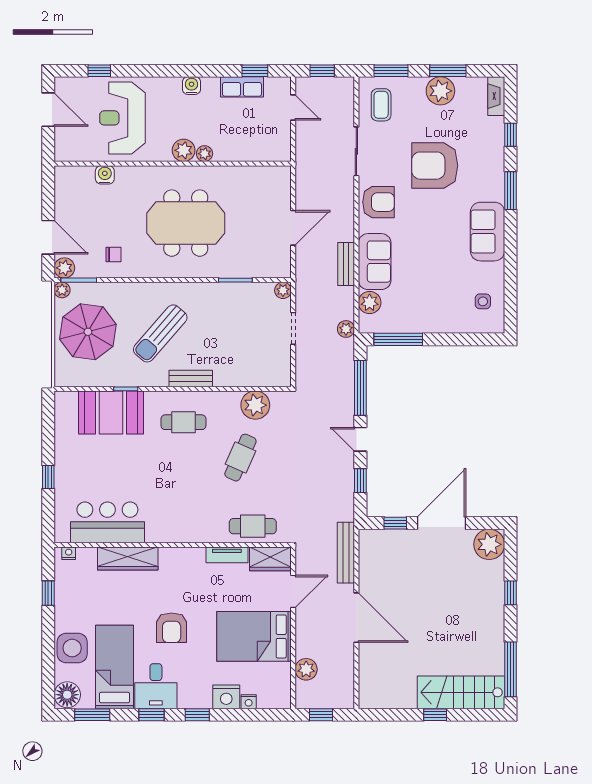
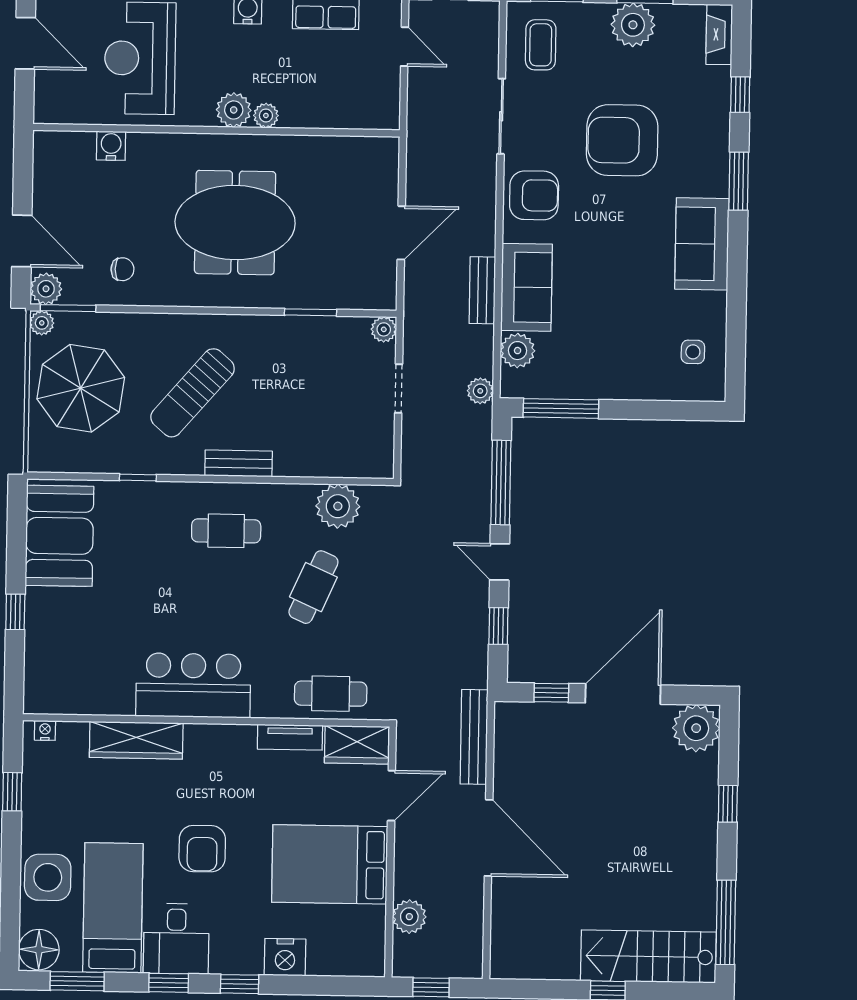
booth: (111, 412) -> (59, 536), moved, turned 90
bar counter: (107, 522) -> (193, 685), moved
nightstand: (249, 702) -> (319, 965), removed

